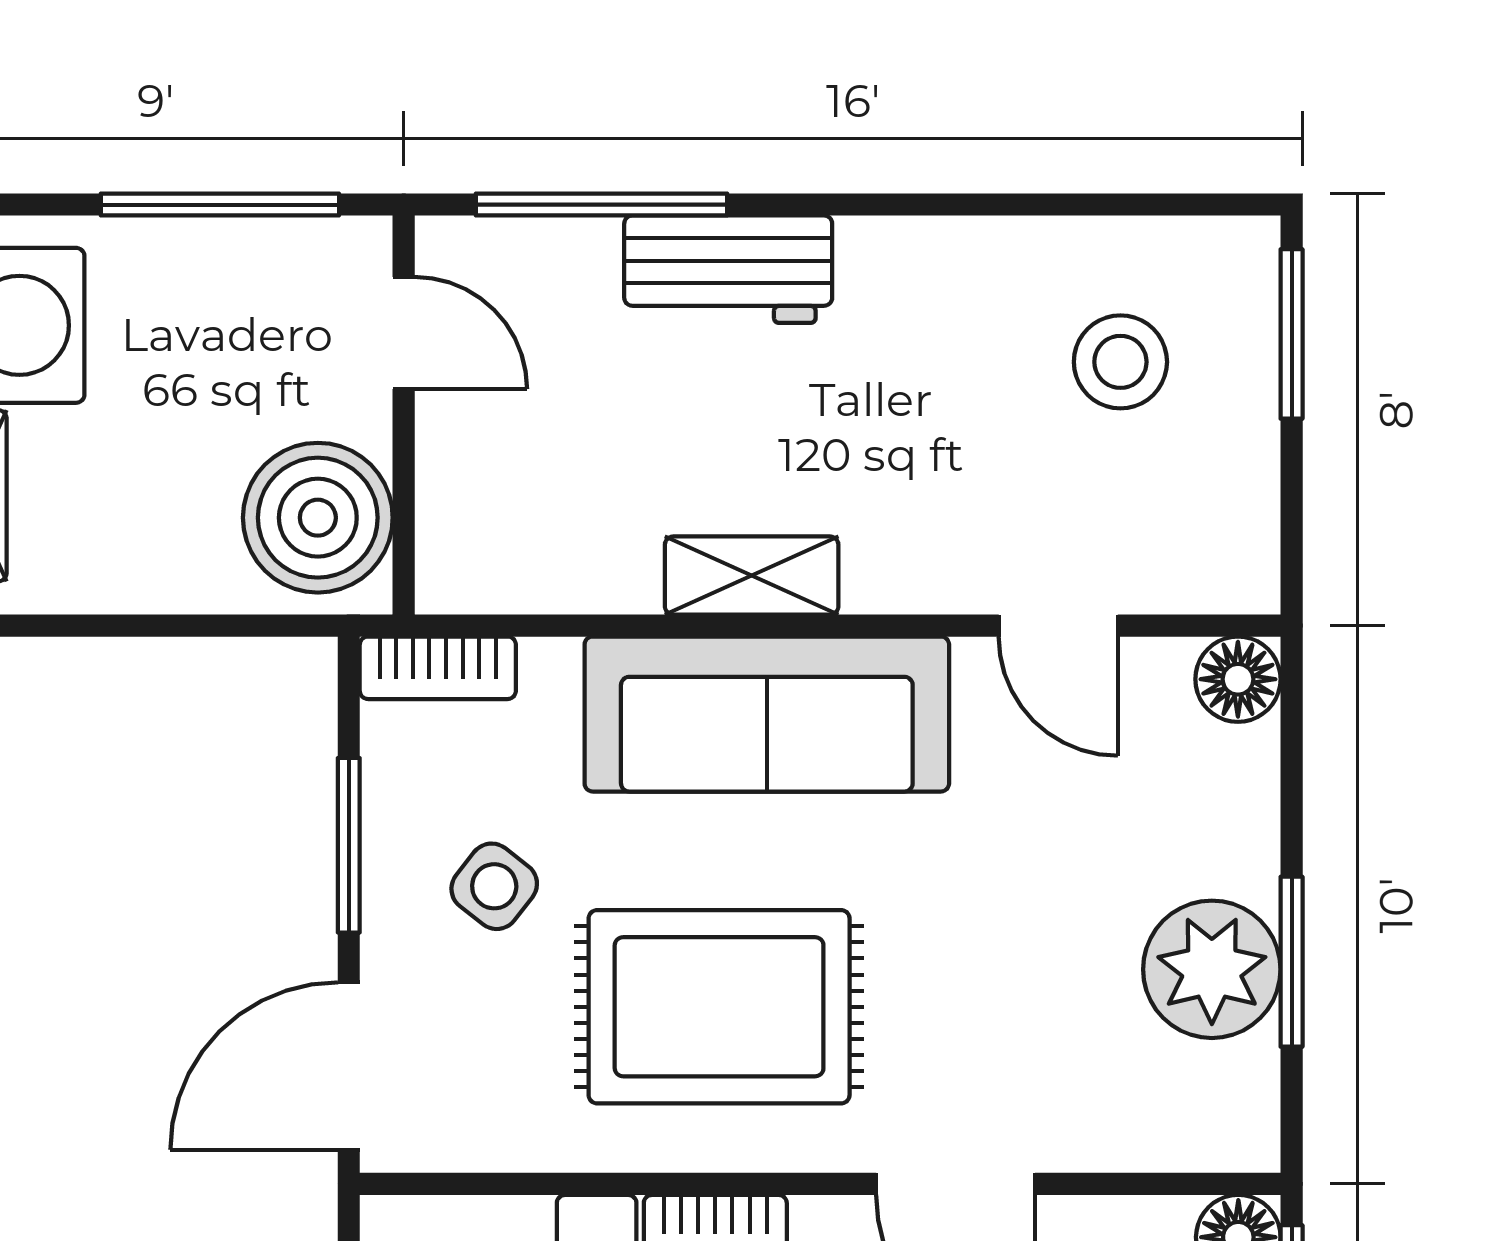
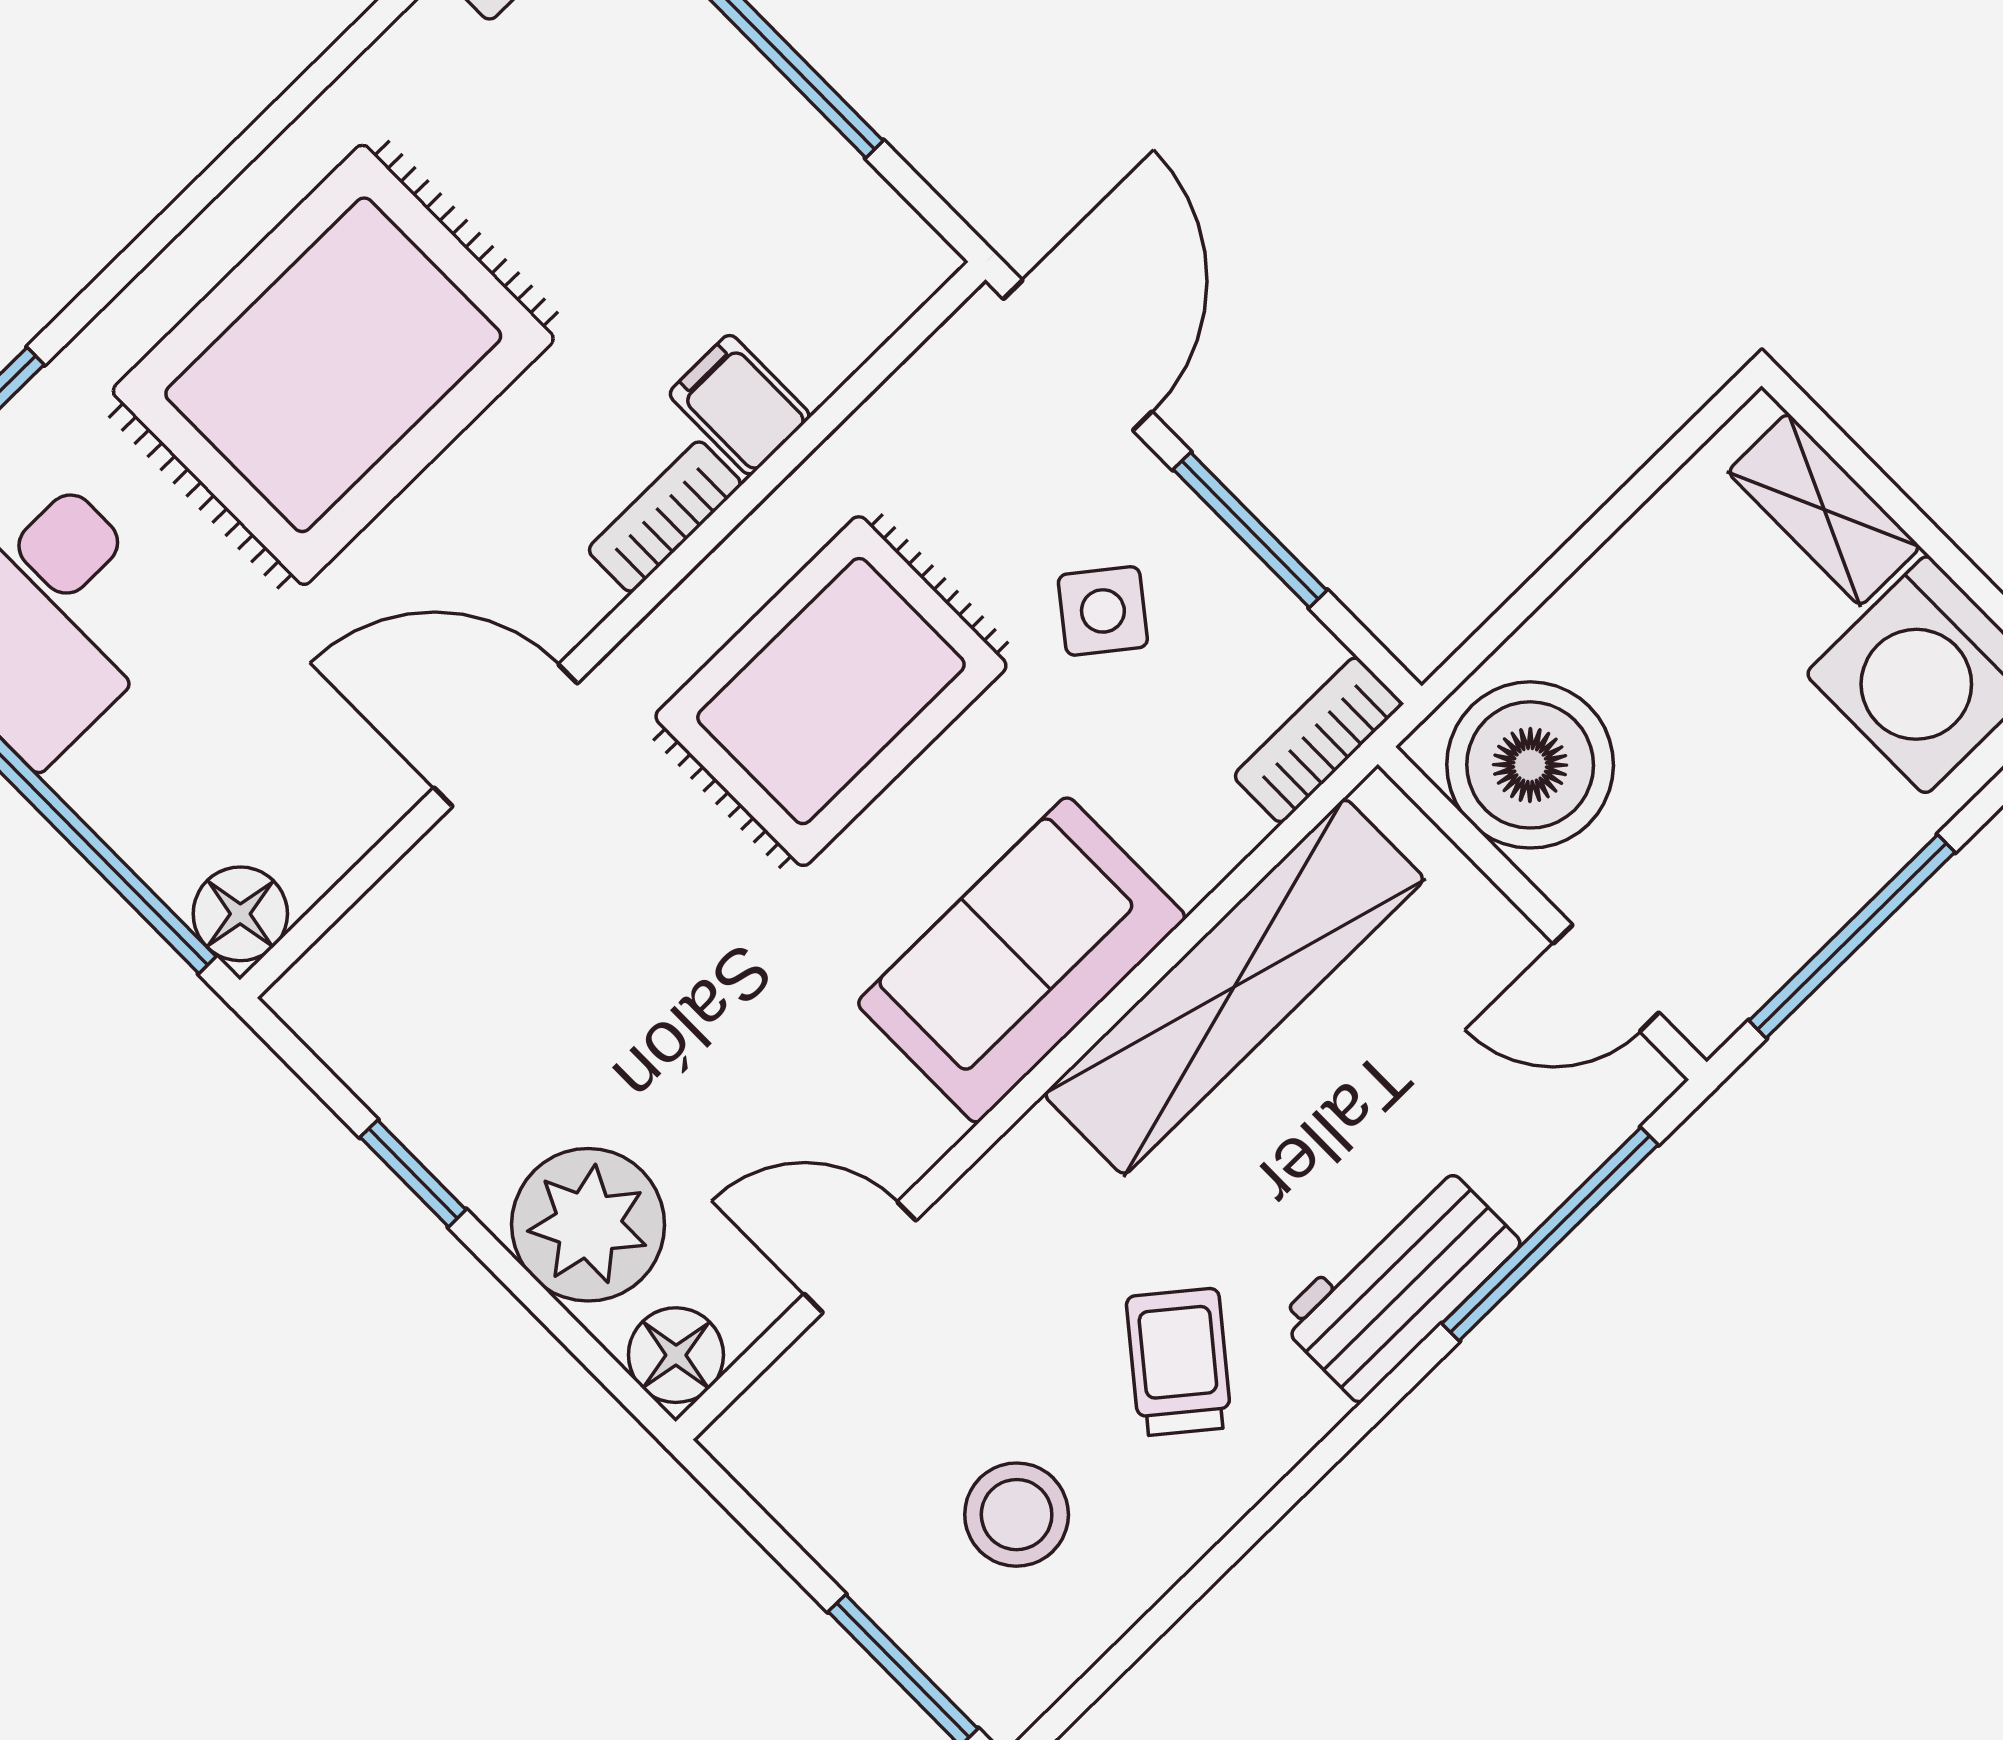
trolley: (920, 357) -> (1179, 1362), added
shelving: (752, 576) -> (1234, 987), width x2.20, depth x1.33
sofa: (767, 714) -> (1022, 960), width x0.73
window: (1292, 962) -> (413, 1173), width x0.67
plant: (1212, 969) -> (588, 1225), moved

